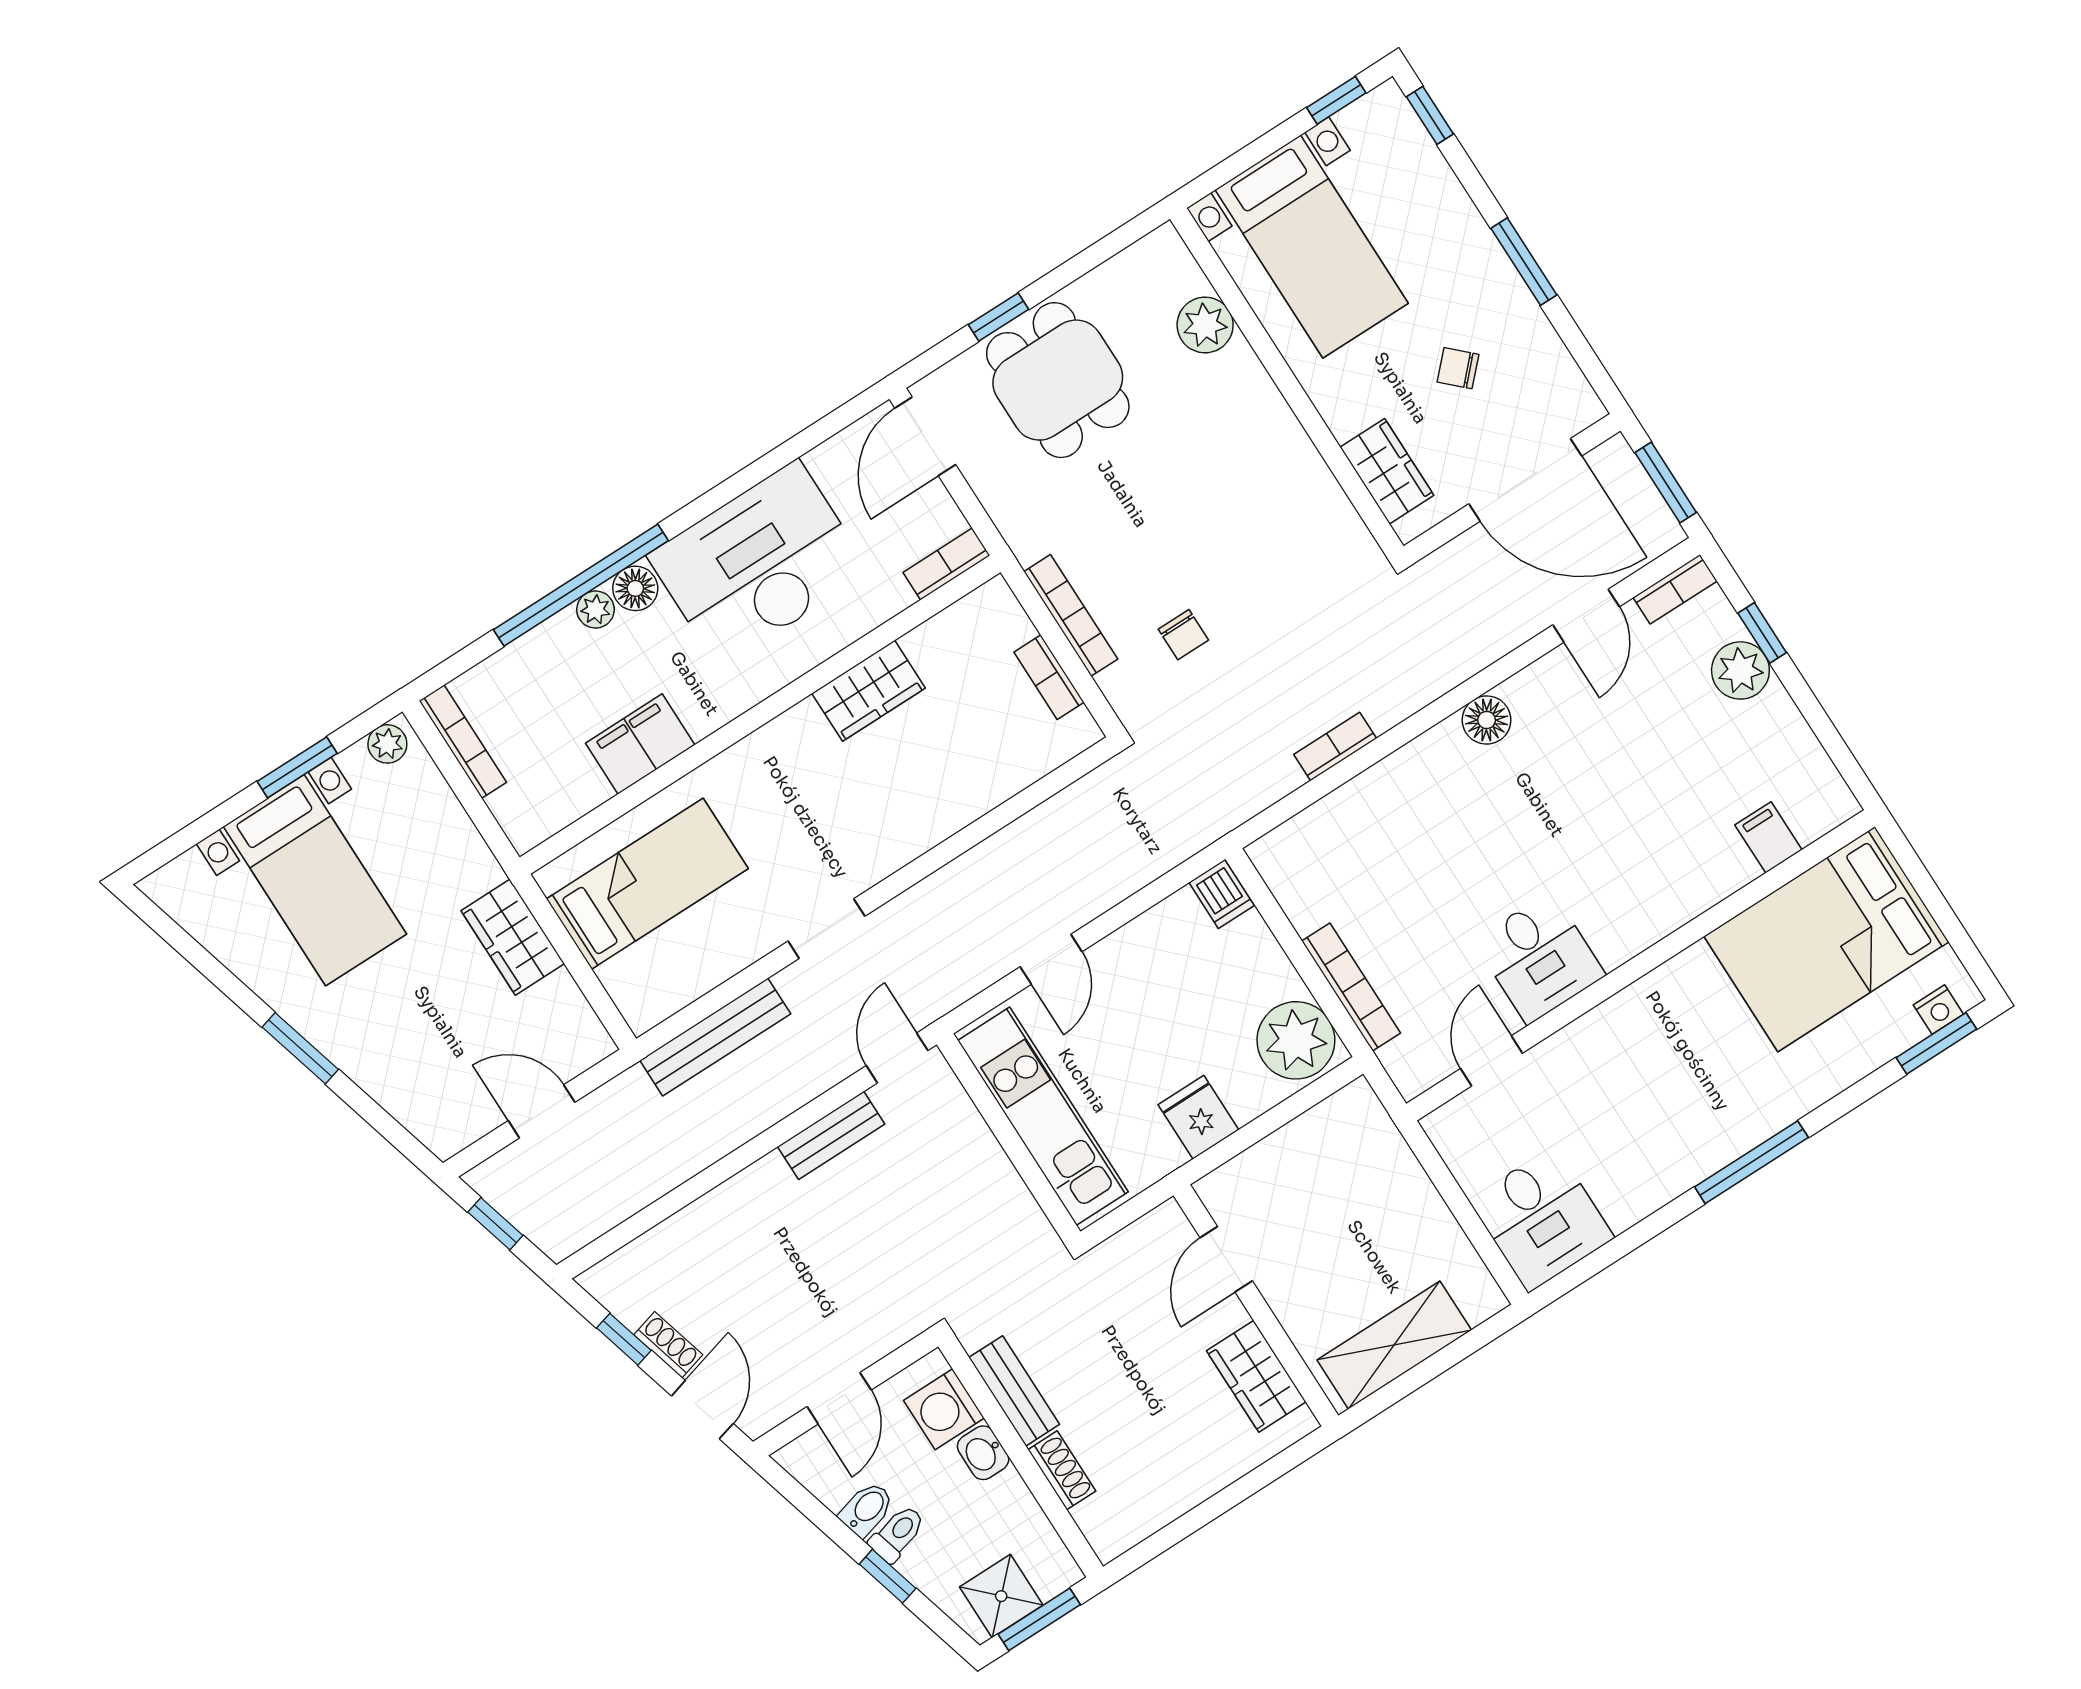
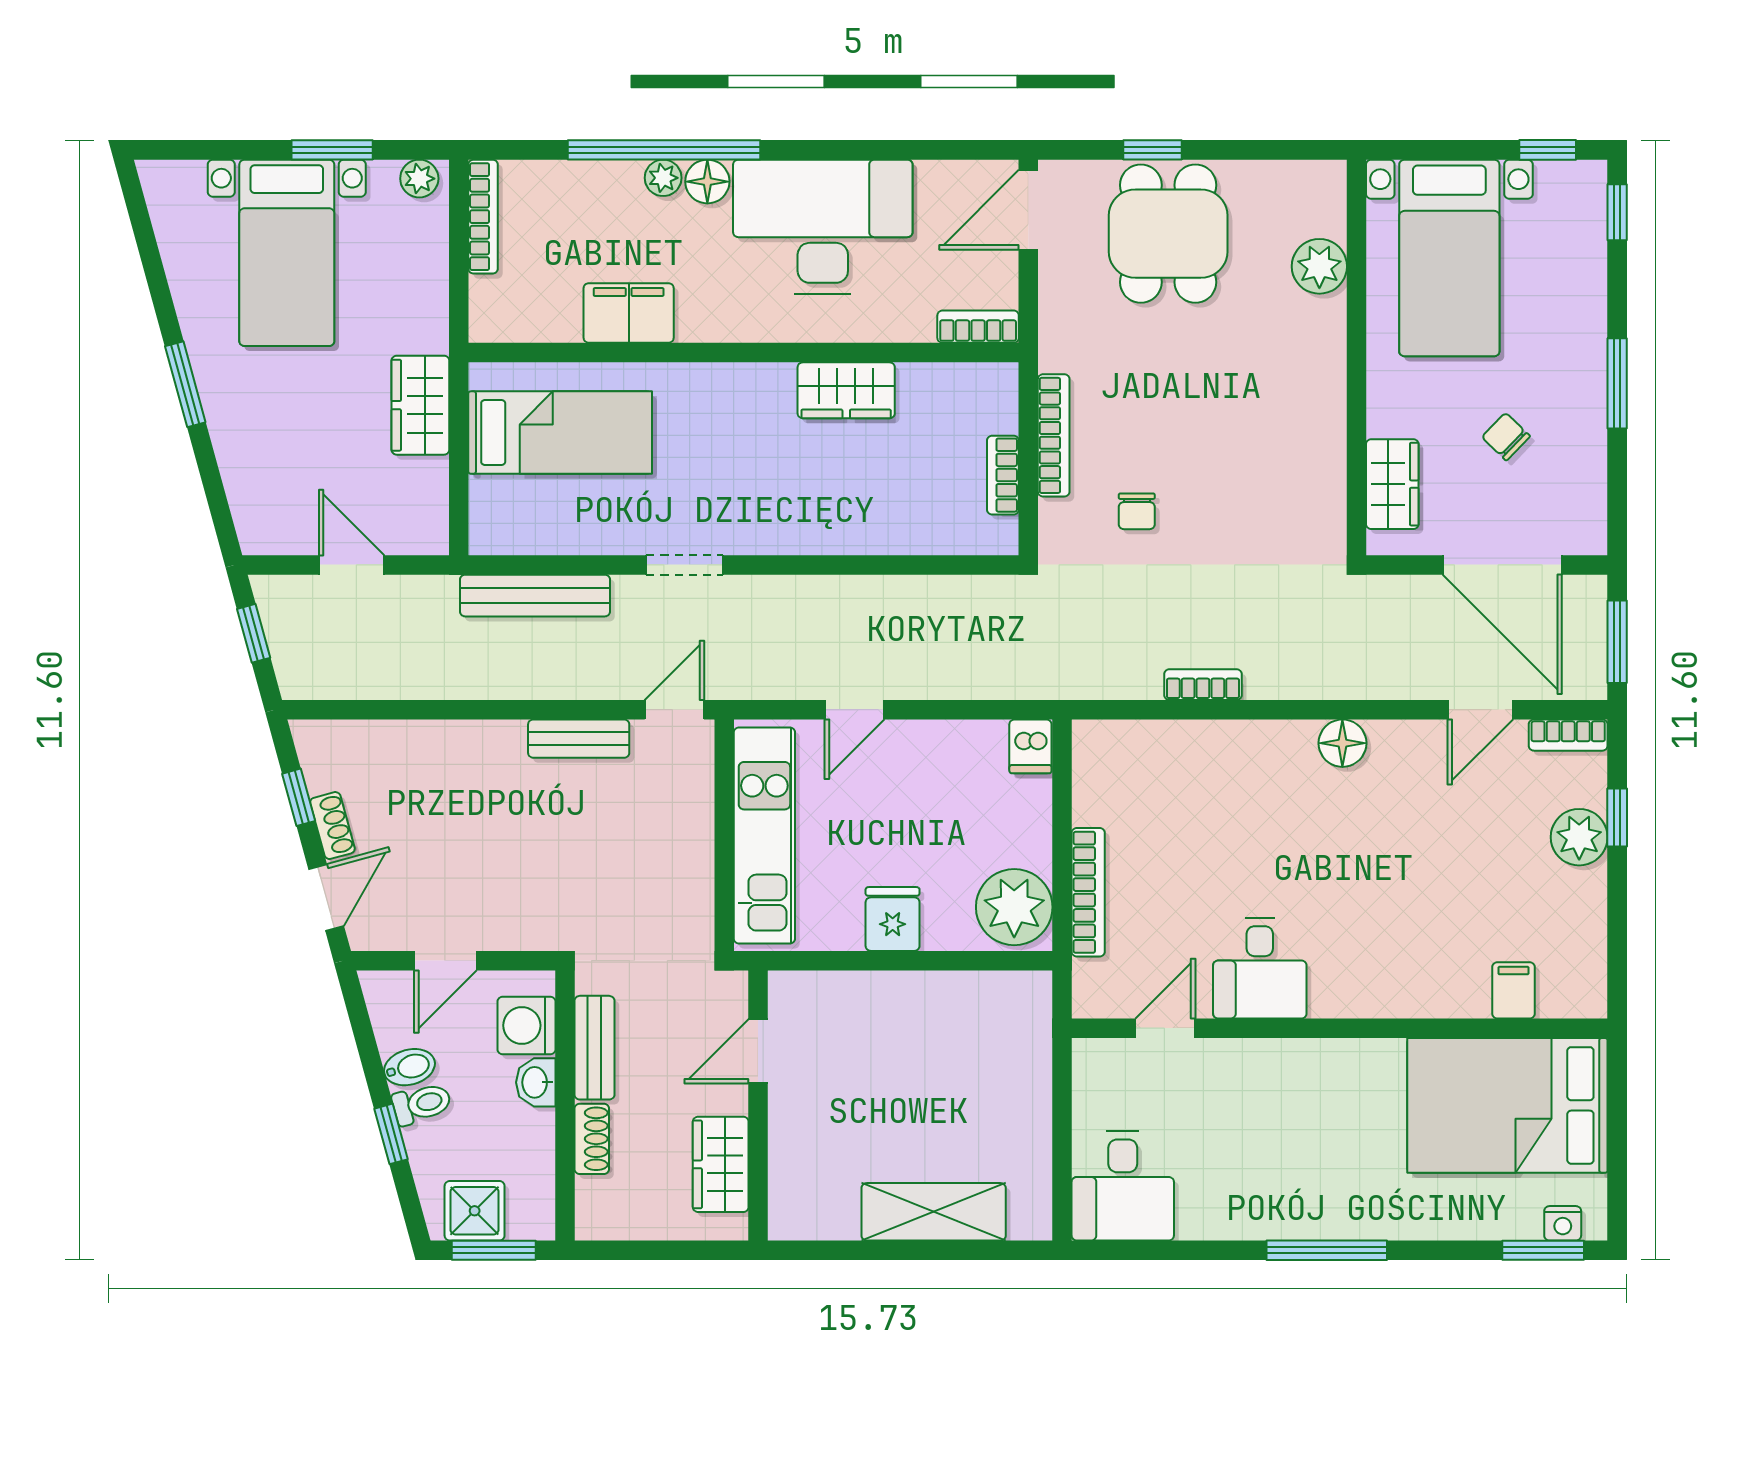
door: (1226, 1259) -> (758, 1051), moved
wall: (1256, 1305) -> (758, 1105), moved
wardrobe: (1256, 1376) -> (721, 1164), moved

